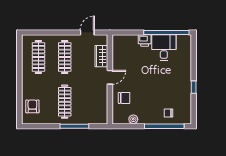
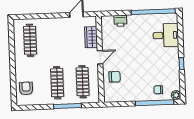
printer: (145, 40) -> (120, 21), moved
desk: (164, 48) -> (166, 35), moved, turned 90
clothes rail: (65, 57) -> (83, 82), moved
plant: (133, 119) -> (176, 95), moved

